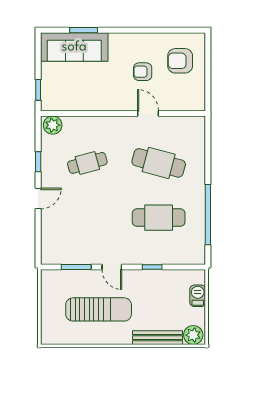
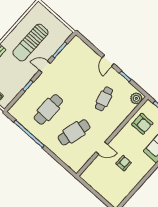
armchair: (180, 61) -> (142, 124), moved, turned 90

